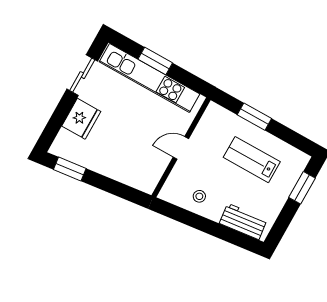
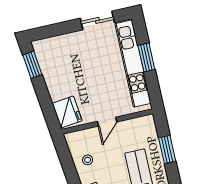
fridge: (81, 119) -> (67, 112), moved, turned -97
door: (181, 148) -> (107, 122), swing flipped

